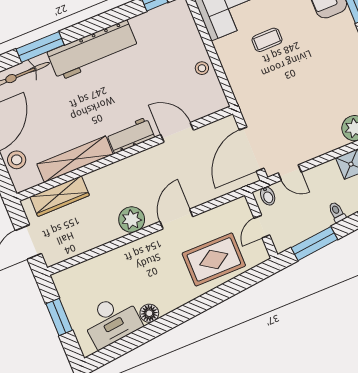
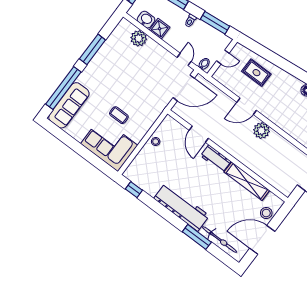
wardrobe: (60, 196) -> (272, 178), removed
rug: (214, 259) -> (256, 73), width x0.73, depth x0.70

